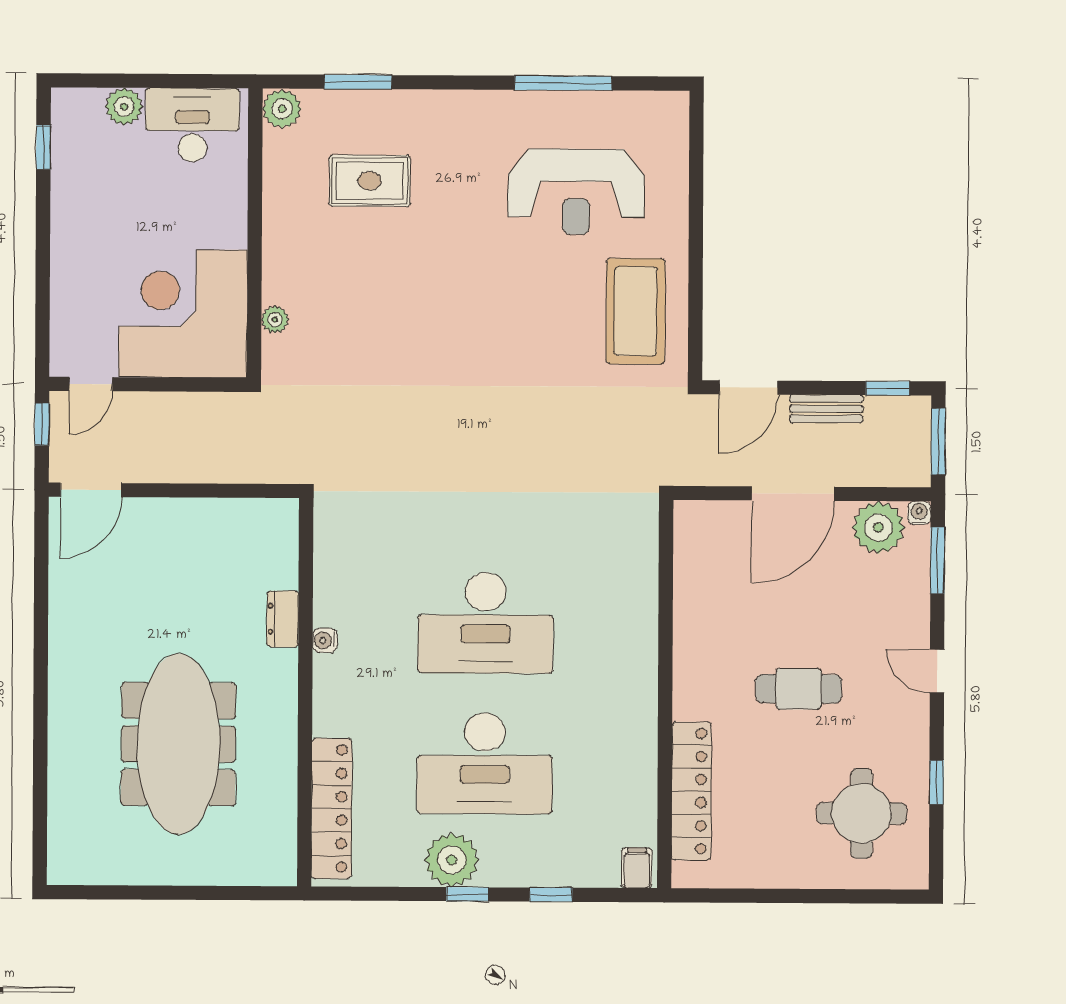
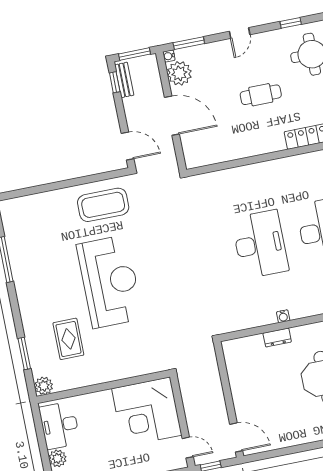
reception desk: (576, 192) -> (110, 282), moved, width x1.36, depth x1.30
plant: (275, 320) -> (141, 369), removed
bench: (826, 409) -> (124, 80), moved
cafe table: (799, 689) -> (261, 95), turned 90

